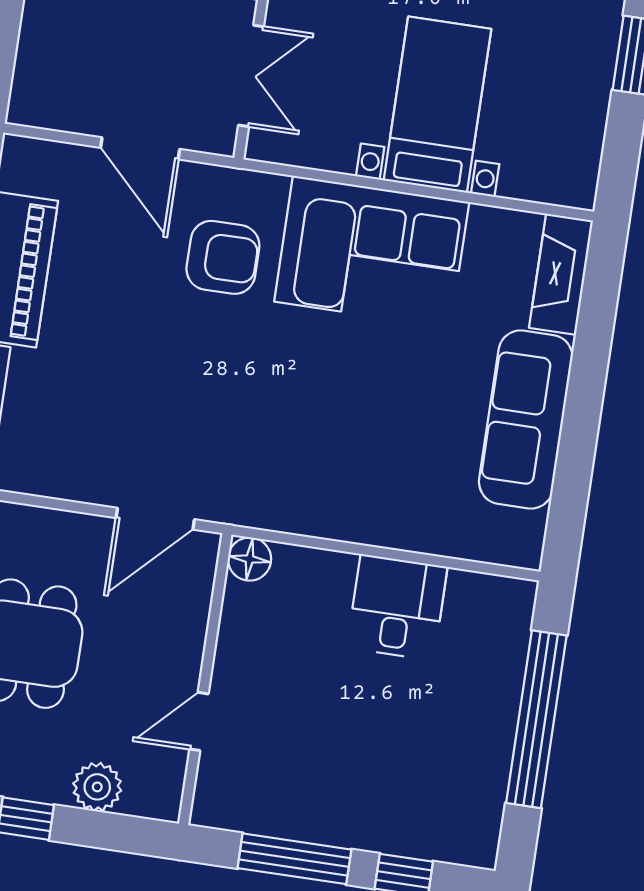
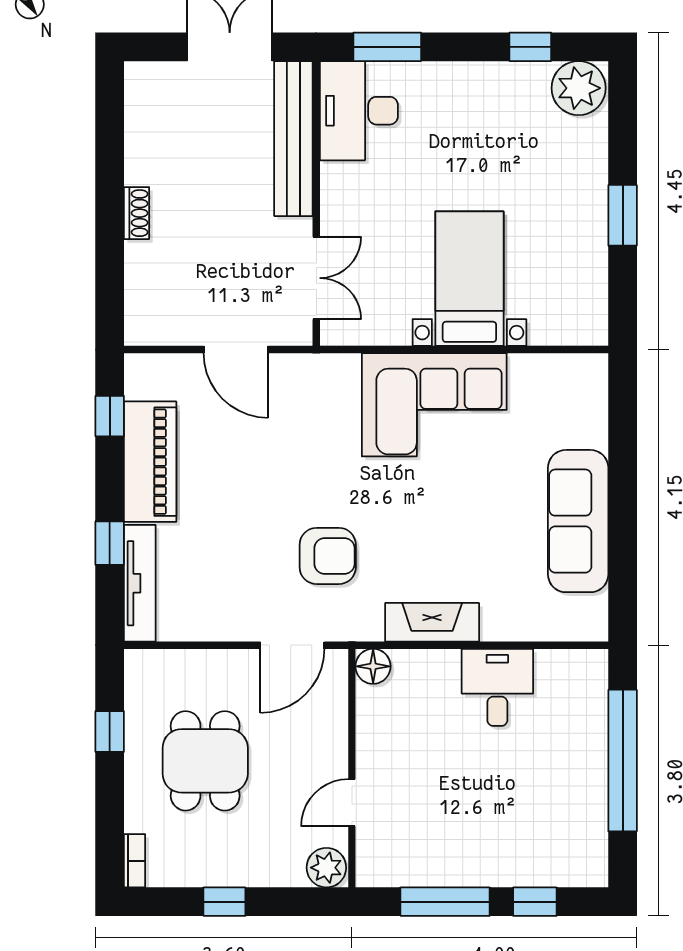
armchair: (223, 257) -> (328, 556), moved
fireplace: (561, 274) -> (432, 622), moved, turned 90
plant: (97, 787) -> (326, 868), moved

